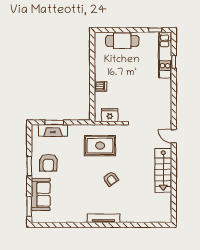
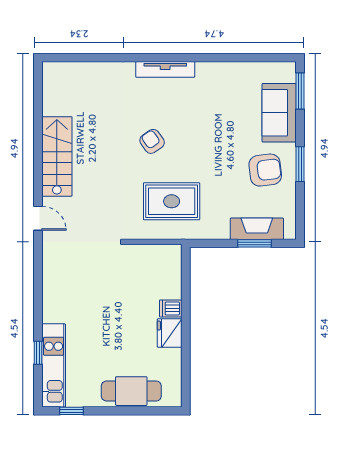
fridge: (110, 115) -> (170, 333), moved, turned 90
armchair: (48, 163) -> (265, 170), turned 83

